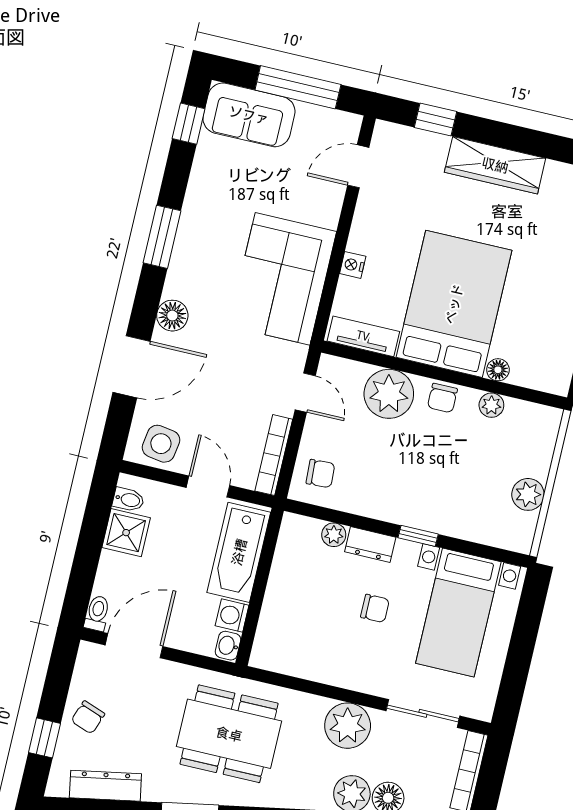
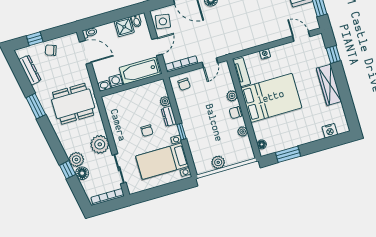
corner sofa: (283, 279) -> (246, 32), removed
floor lamp: (498, 370) -> (262, 144), moved
plant: (389, 394) -> (232, 96), width x0.53, depth x0.53
dining table: (229, 734) -> (73, 104), turned 90

